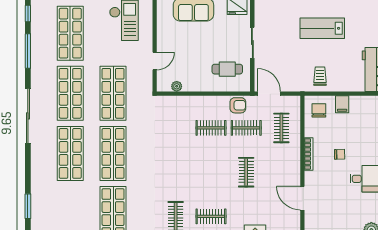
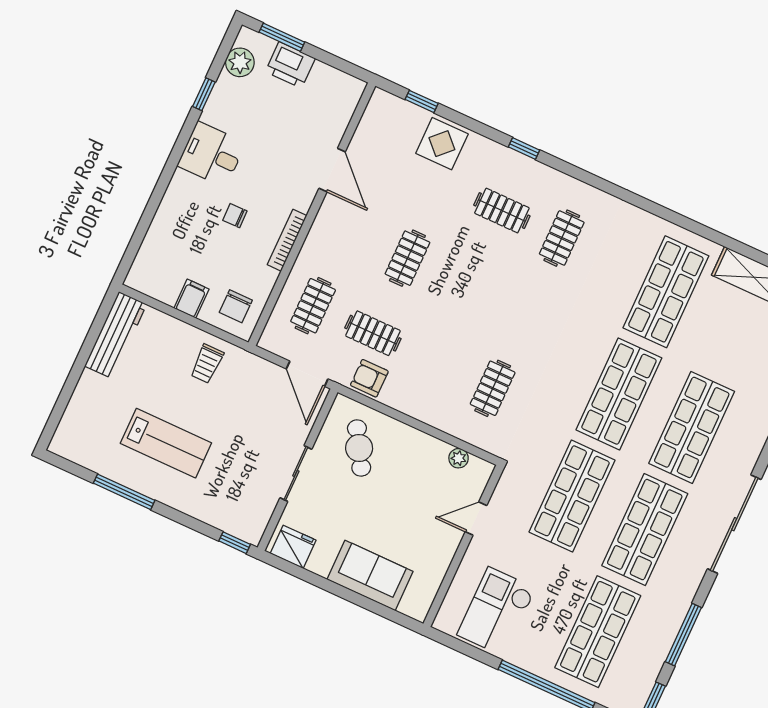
cafe table: (227, 69) -> (359, 448), turned 59
clothes rail: (211, 128) -> (493, 388), moved, turned 90

